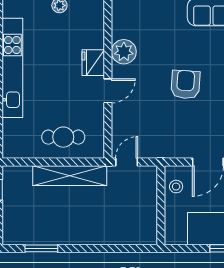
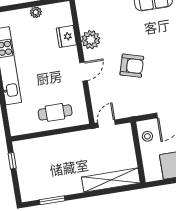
fridge: (93, 63) -> (66, 36), moved
armchair: (185, 84) -> (132, 66), moved, turned 102
shelving: (70, 176) -> (111, 180), moved

